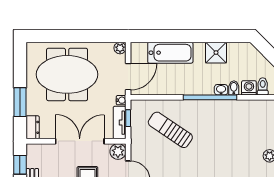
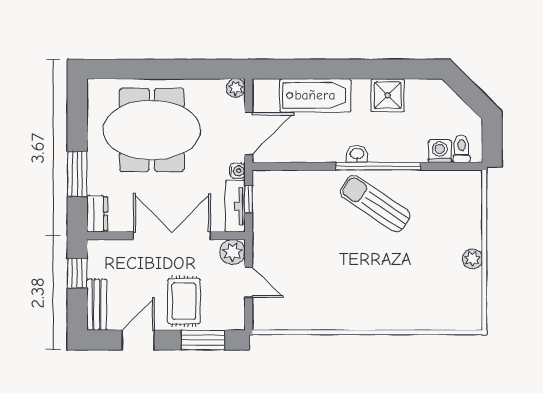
bidet: (234, 88) -> (416, 151), removed
washbasin: (221, 90) -> (357, 154), moved
sun lounger: (170, 130) -> (375, 204), moved

